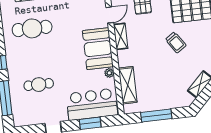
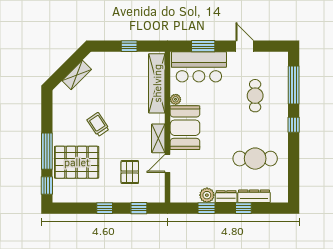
cafe table: (39, 85) -> (255, 96), turned 90
shelving: (128, 85) -> (157, 83), width x1.47
window: (156, 115) -> (129, 46), width x0.46

